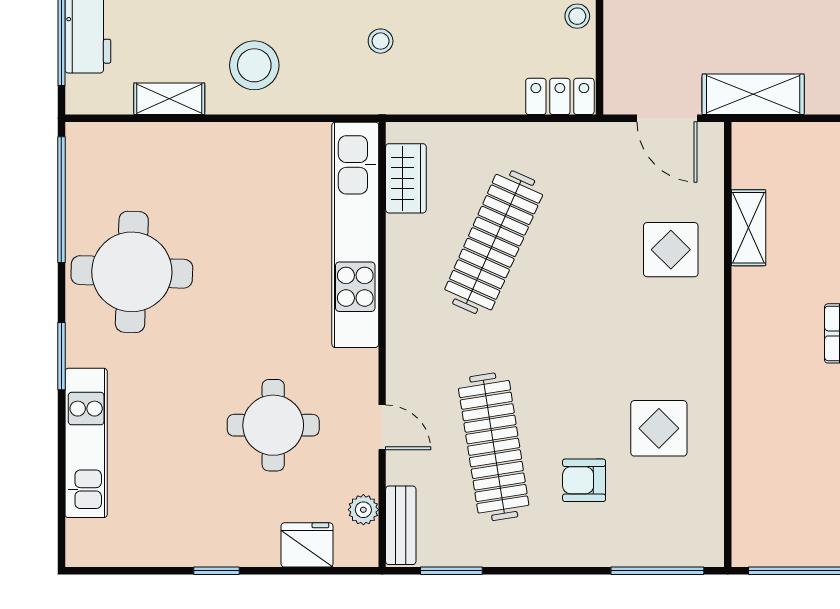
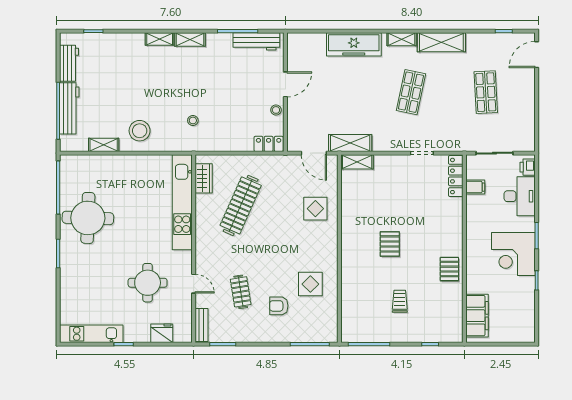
shelving: (748, 228) -> (357, 162), moved, turned 90
kitchen unit: (86, 443) -> (91, 334), moved, turned -90
clothes rail: (494, 447) -> (241, 292), width x0.54, depth x0.76
plant: (363, 510) -> (186, 318), removed

